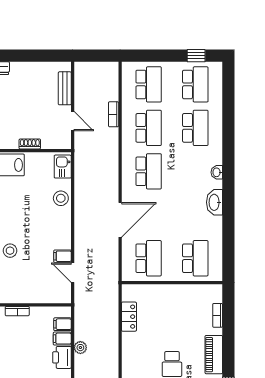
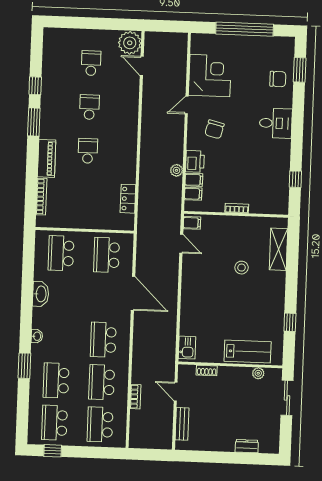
window: (228, 142) -> (24, 366), added
shoe rack: (30, 144) -> (207, 370), moved
stool: (61, 198) -> (190, 317), removed
washbasin: (215, 202) -> (41, 294), moved
door: (120, 220) -> (133, 293), swing flipped
filing cabinet: (63, 256) -> (192, 223), moved
bookcase: (218, 315) -> (41, 197), width x1.56

